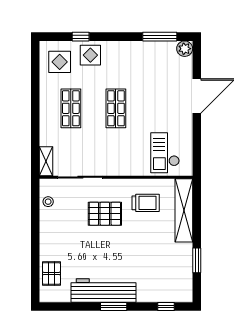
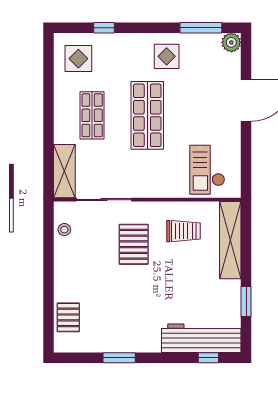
display table: (90, 55) -> (167, 56), moved
shop shelf: (116, 108) -> (147, 115), width x1.43, depth x1.36
shelving: (46, 161) -> (64, 171), width x1.50, depth x1.33
pallet: (105, 214) -> (134, 244), turned 90
workbench: (103, 291) -> (201, 338), moved
window: (114, 307) -> (119, 358), moved

